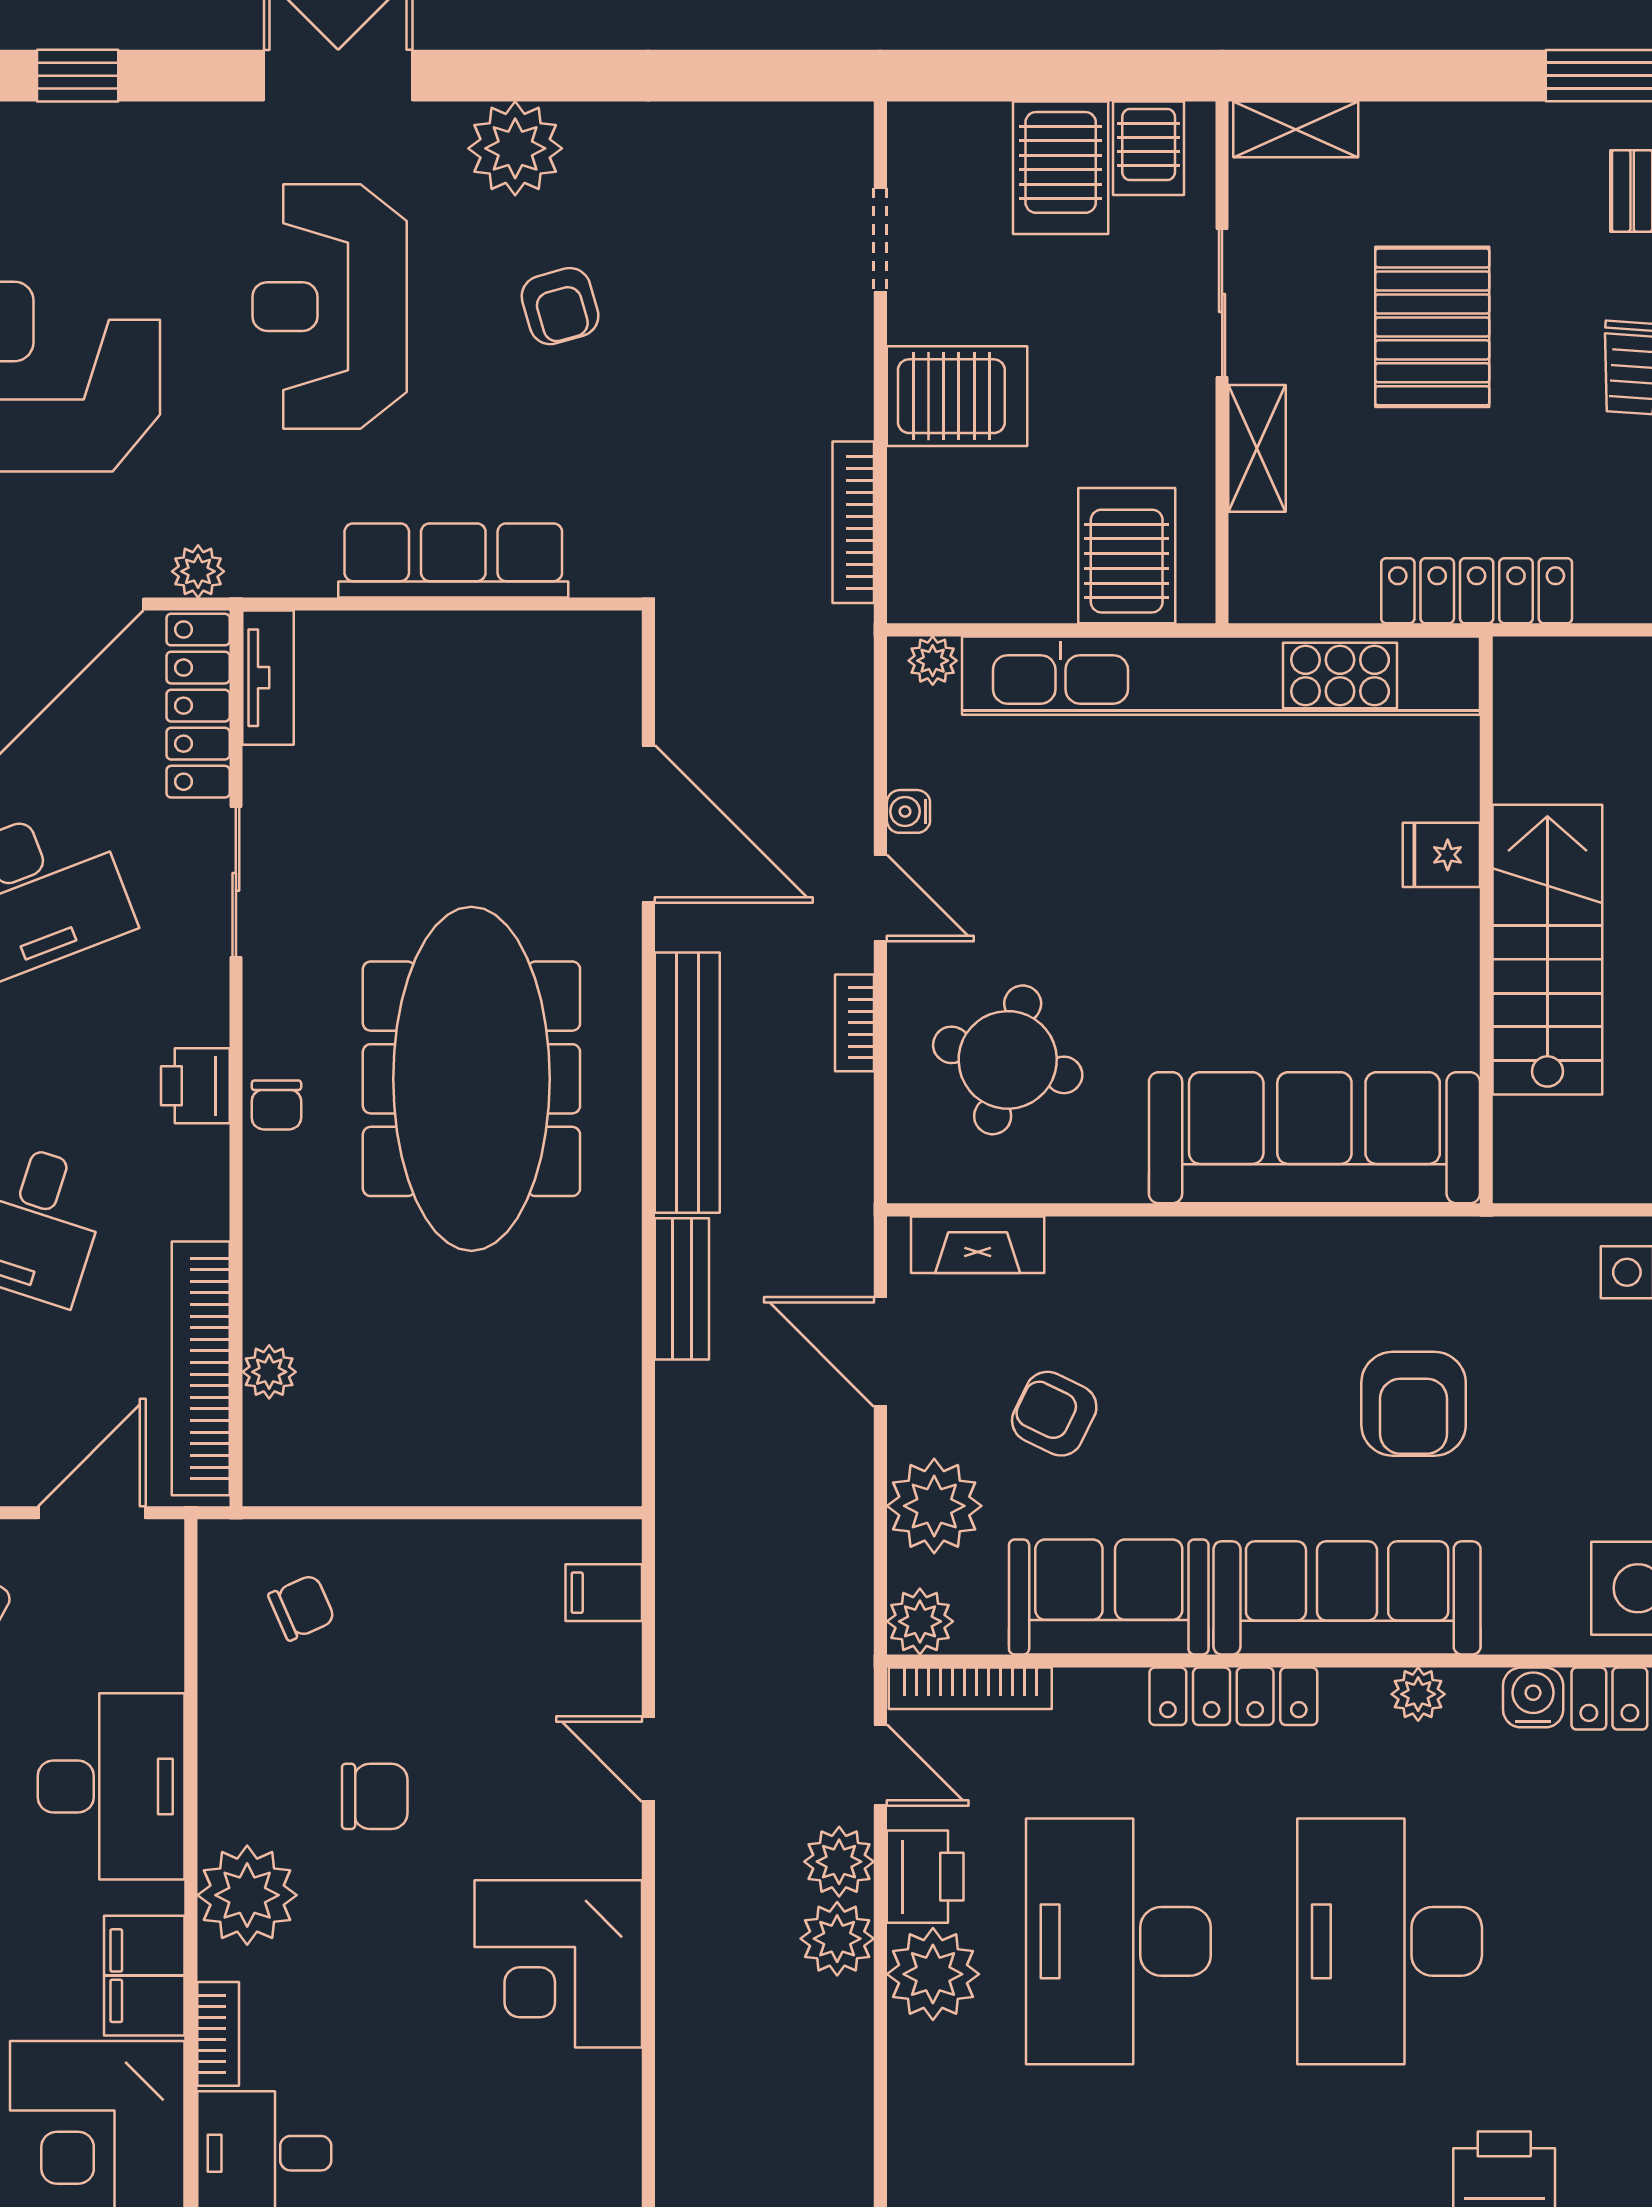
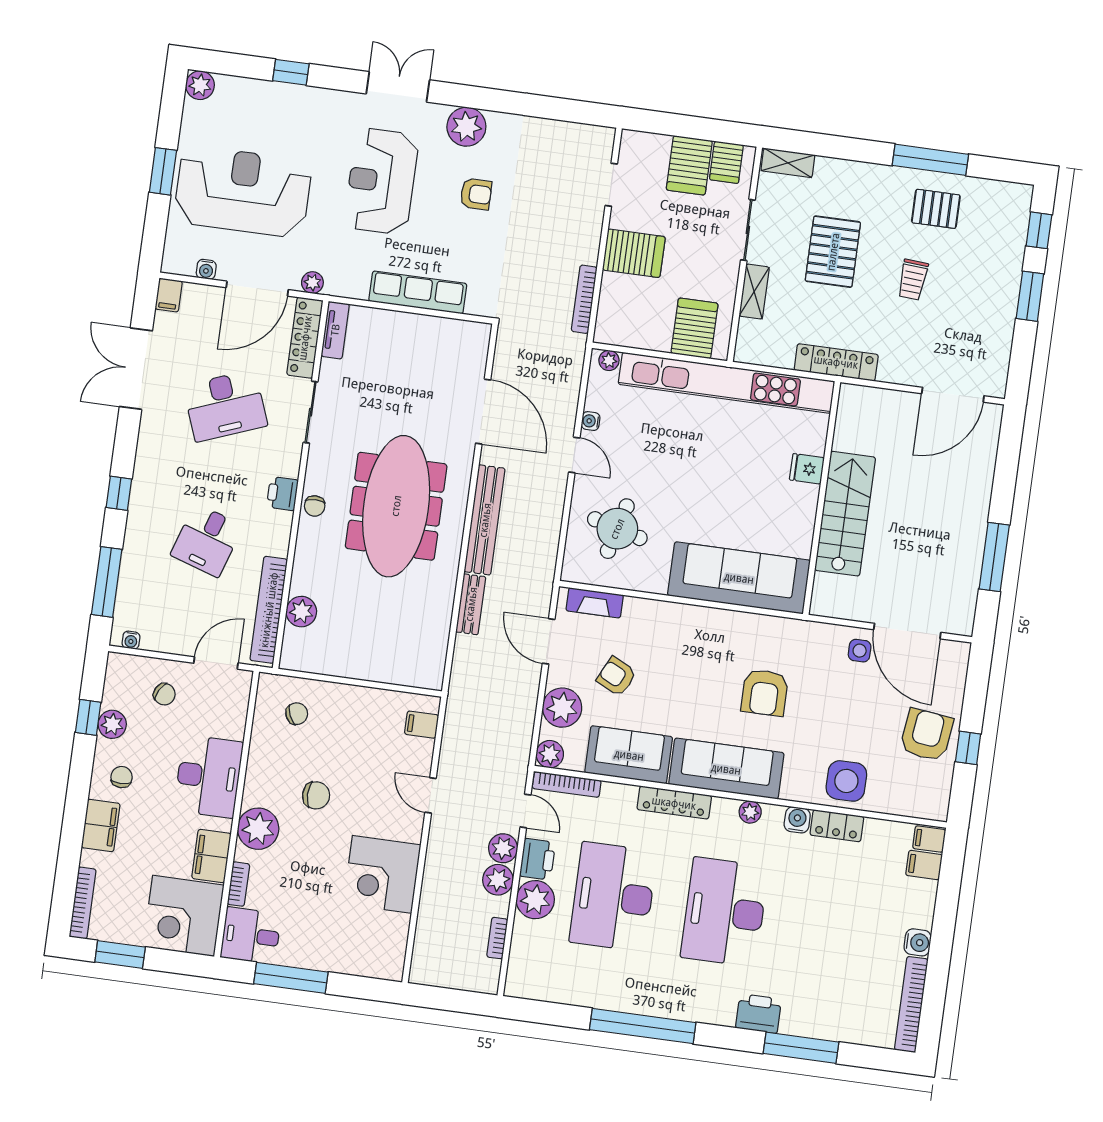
armchair: (560, 306) -> (476, 194), turned -74
bookcase: (855, 1023) -> (497, 938), moved
plant: (269, 1372) -> (301, 612), width x1.38, depth x1.38

